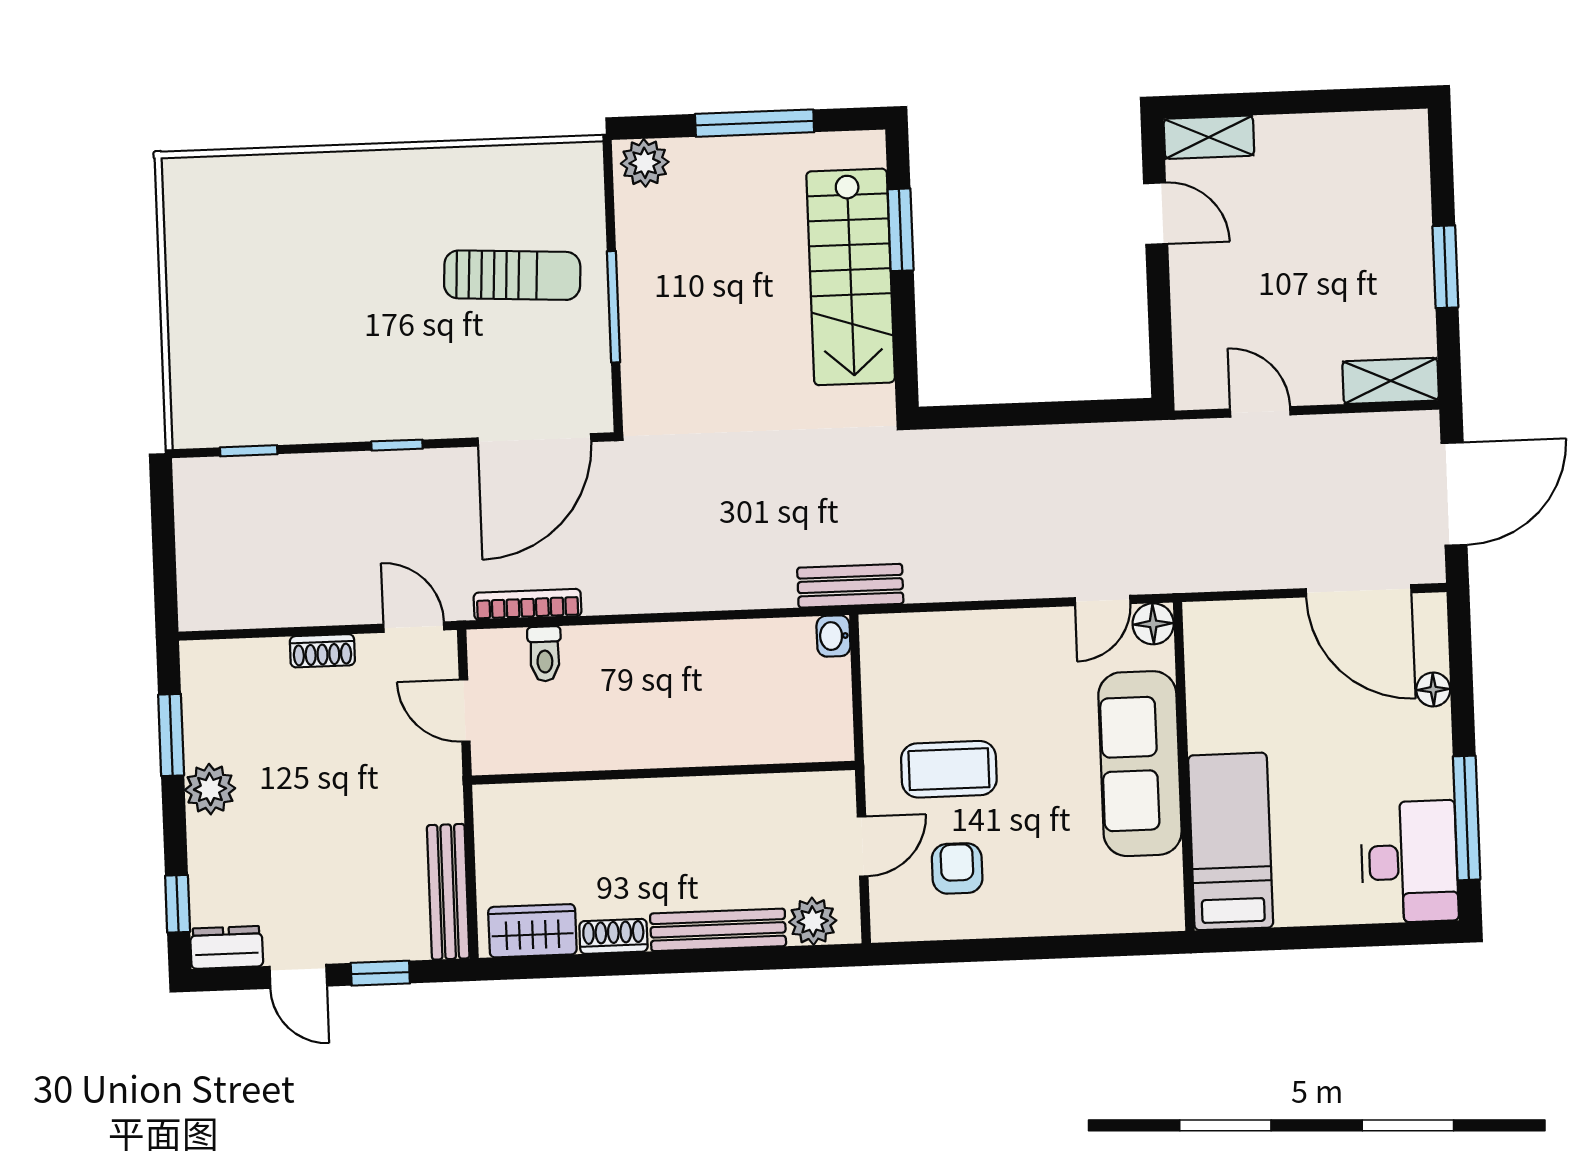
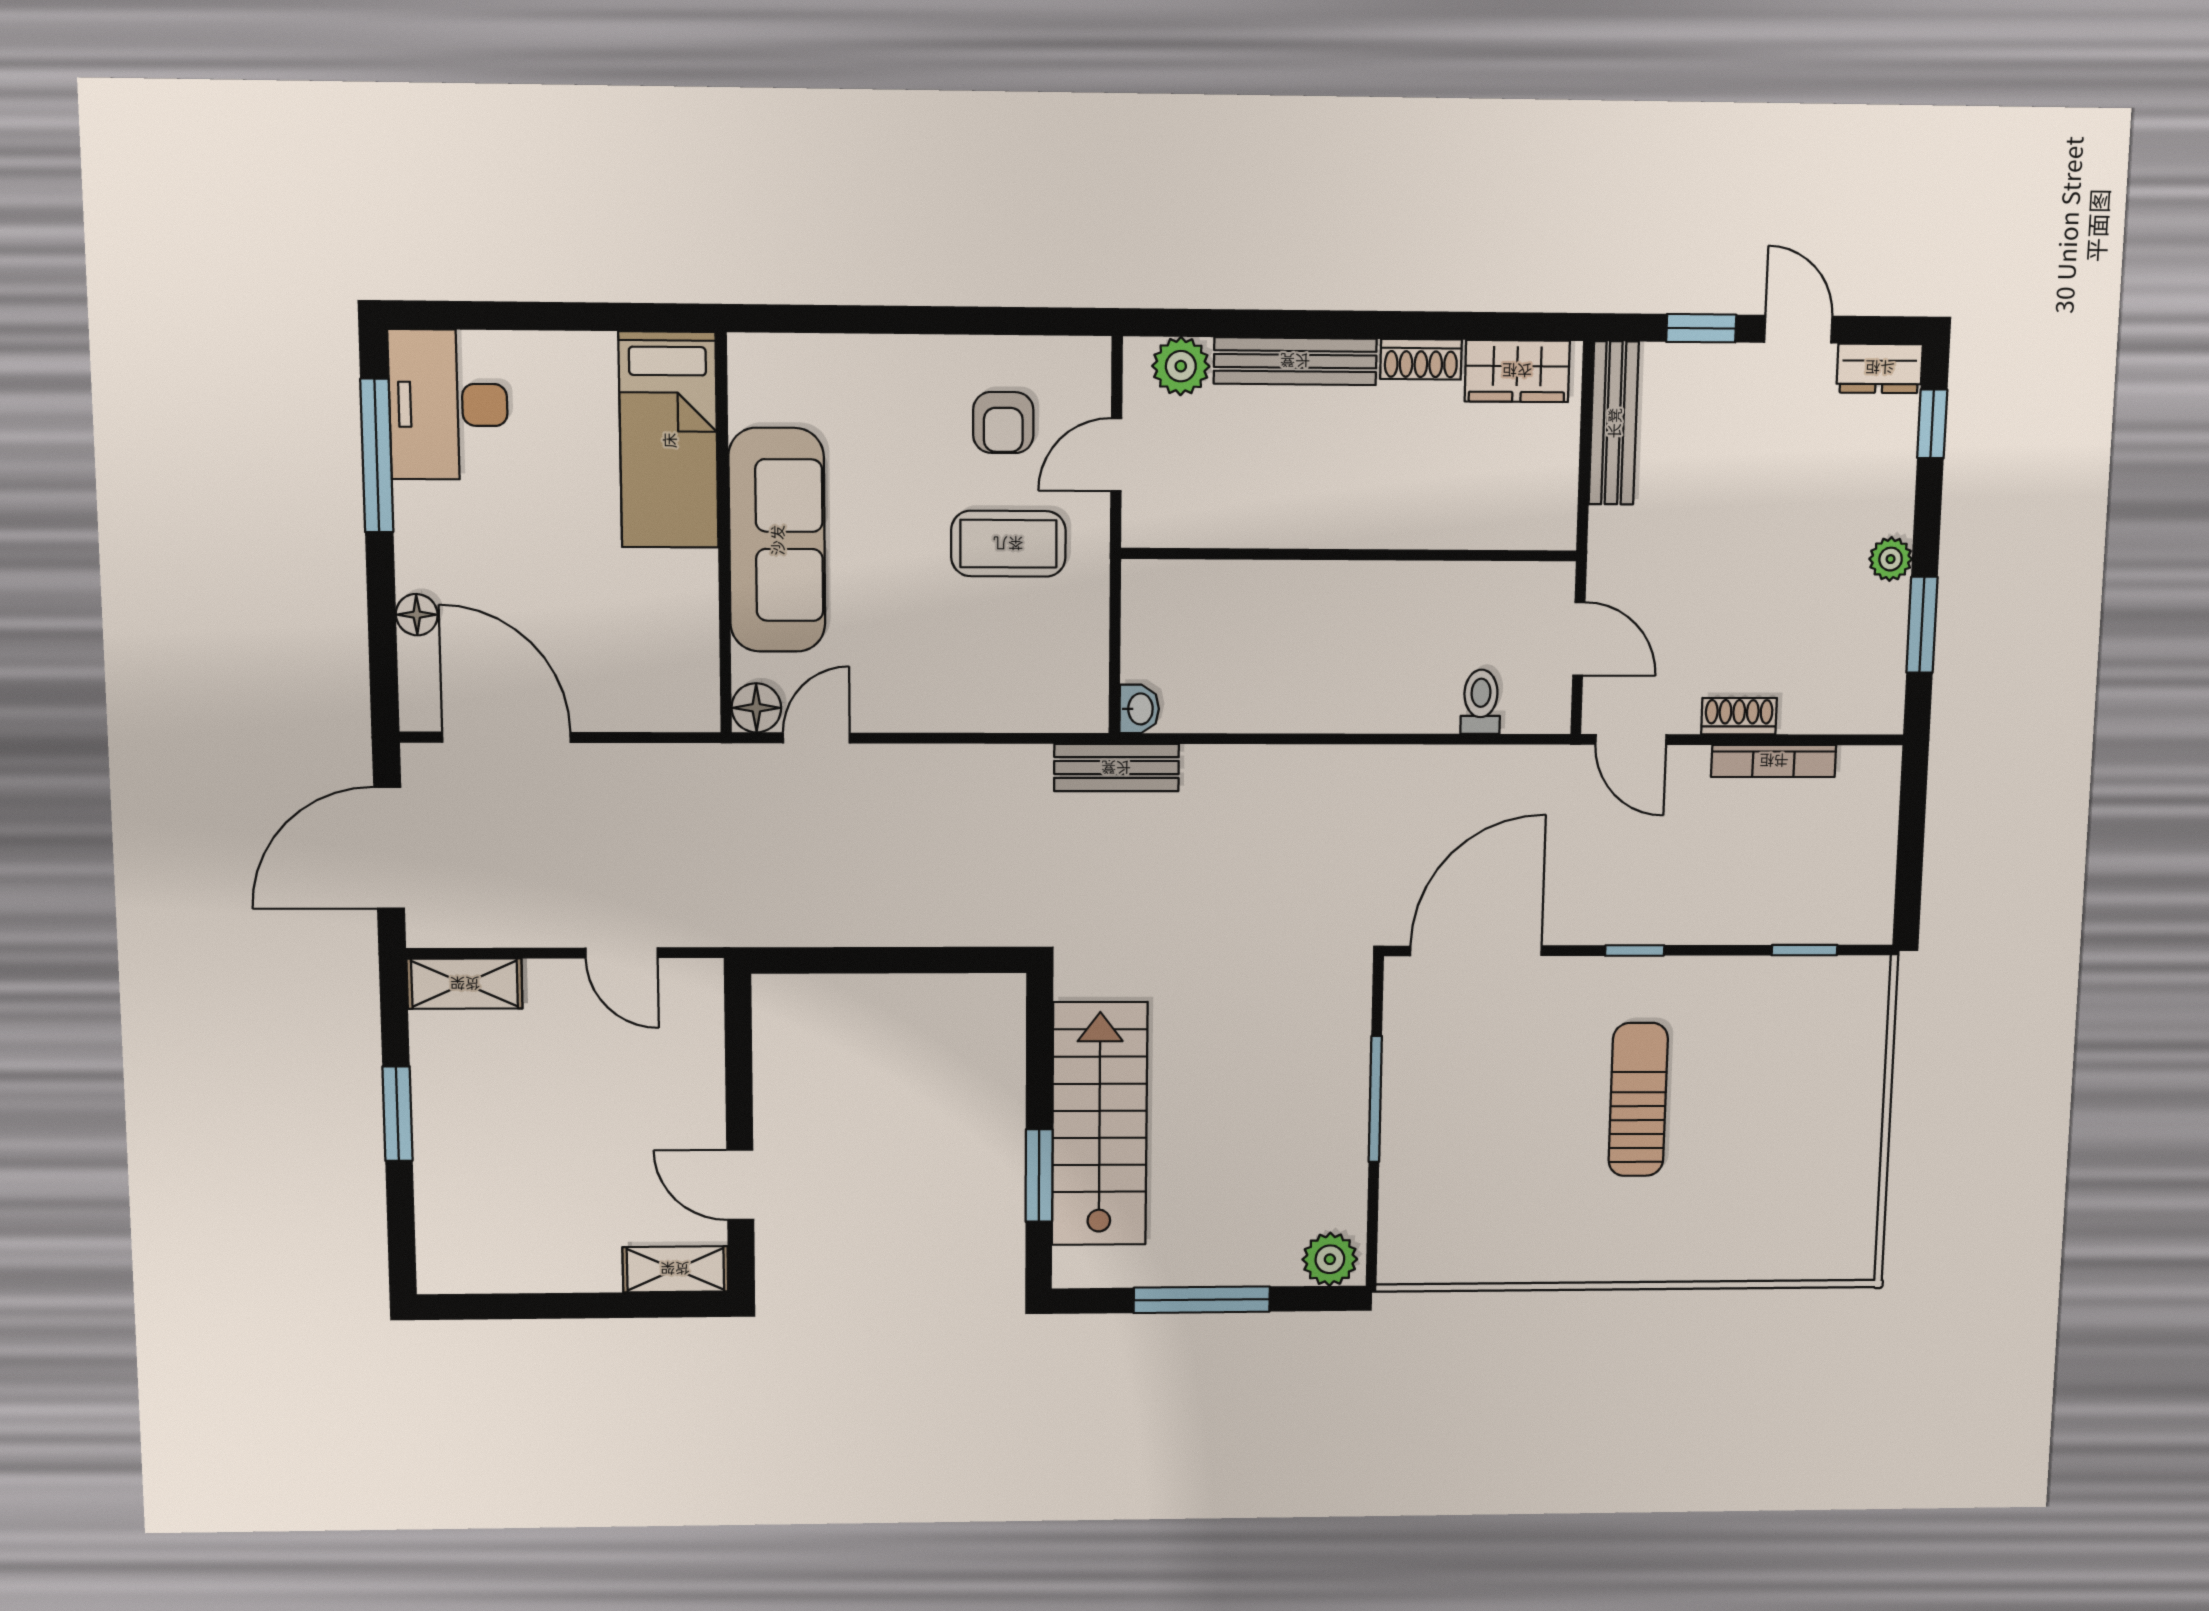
sun lounger: (512, 275) -> (1638, 1100), moved, turned 87
bookcase: (528, 604) -> (1774, 761), moved
plant: (210, 789) -> (1891, 559), width x0.73, depth x0.73

